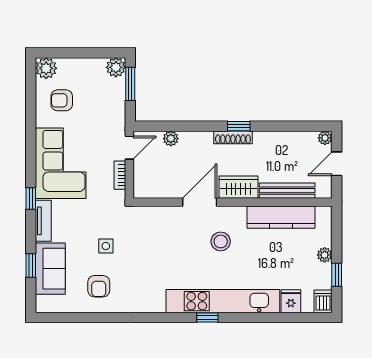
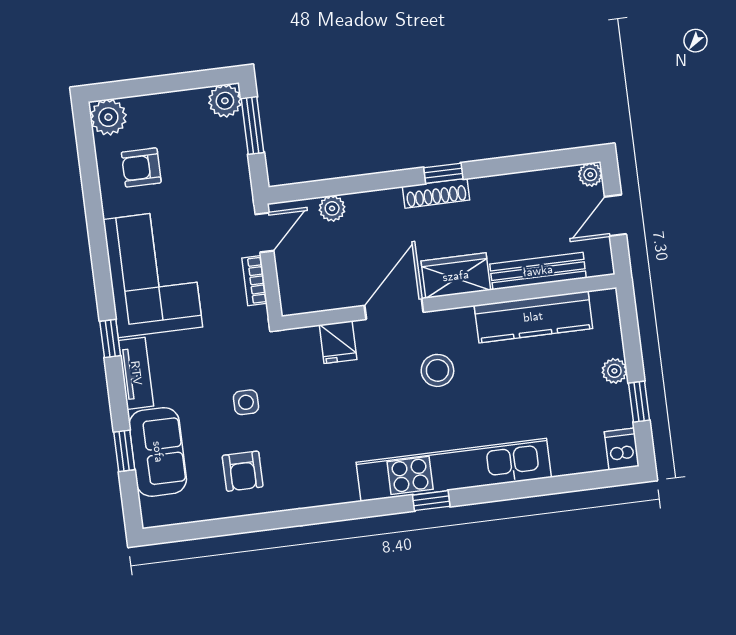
fridge: (291, 301) -> (338, 342), moved, turned 180

